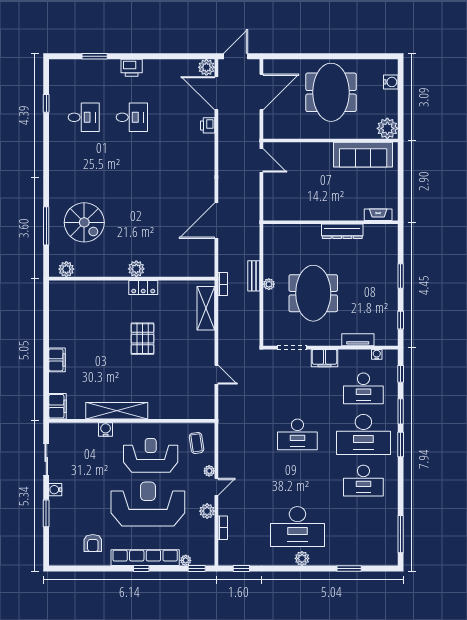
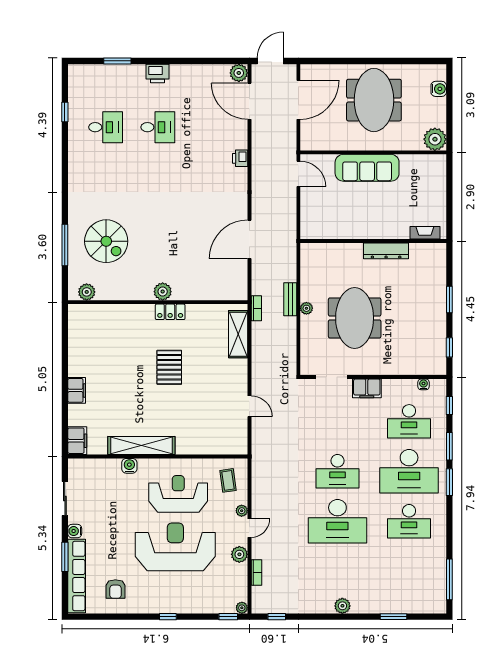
printer: (208, 125) -> (240, 158), moved
sofa: (363, 155) -> (367, 168), moved
tv unit: (358, 340) -> (403, 369), removed
desk: (297, 527) -> (337, 521), moved
row of seats: (145, 558) -> (77, 576), moved, turned 90
plant: (186, 560) -> (242, 608), moved

